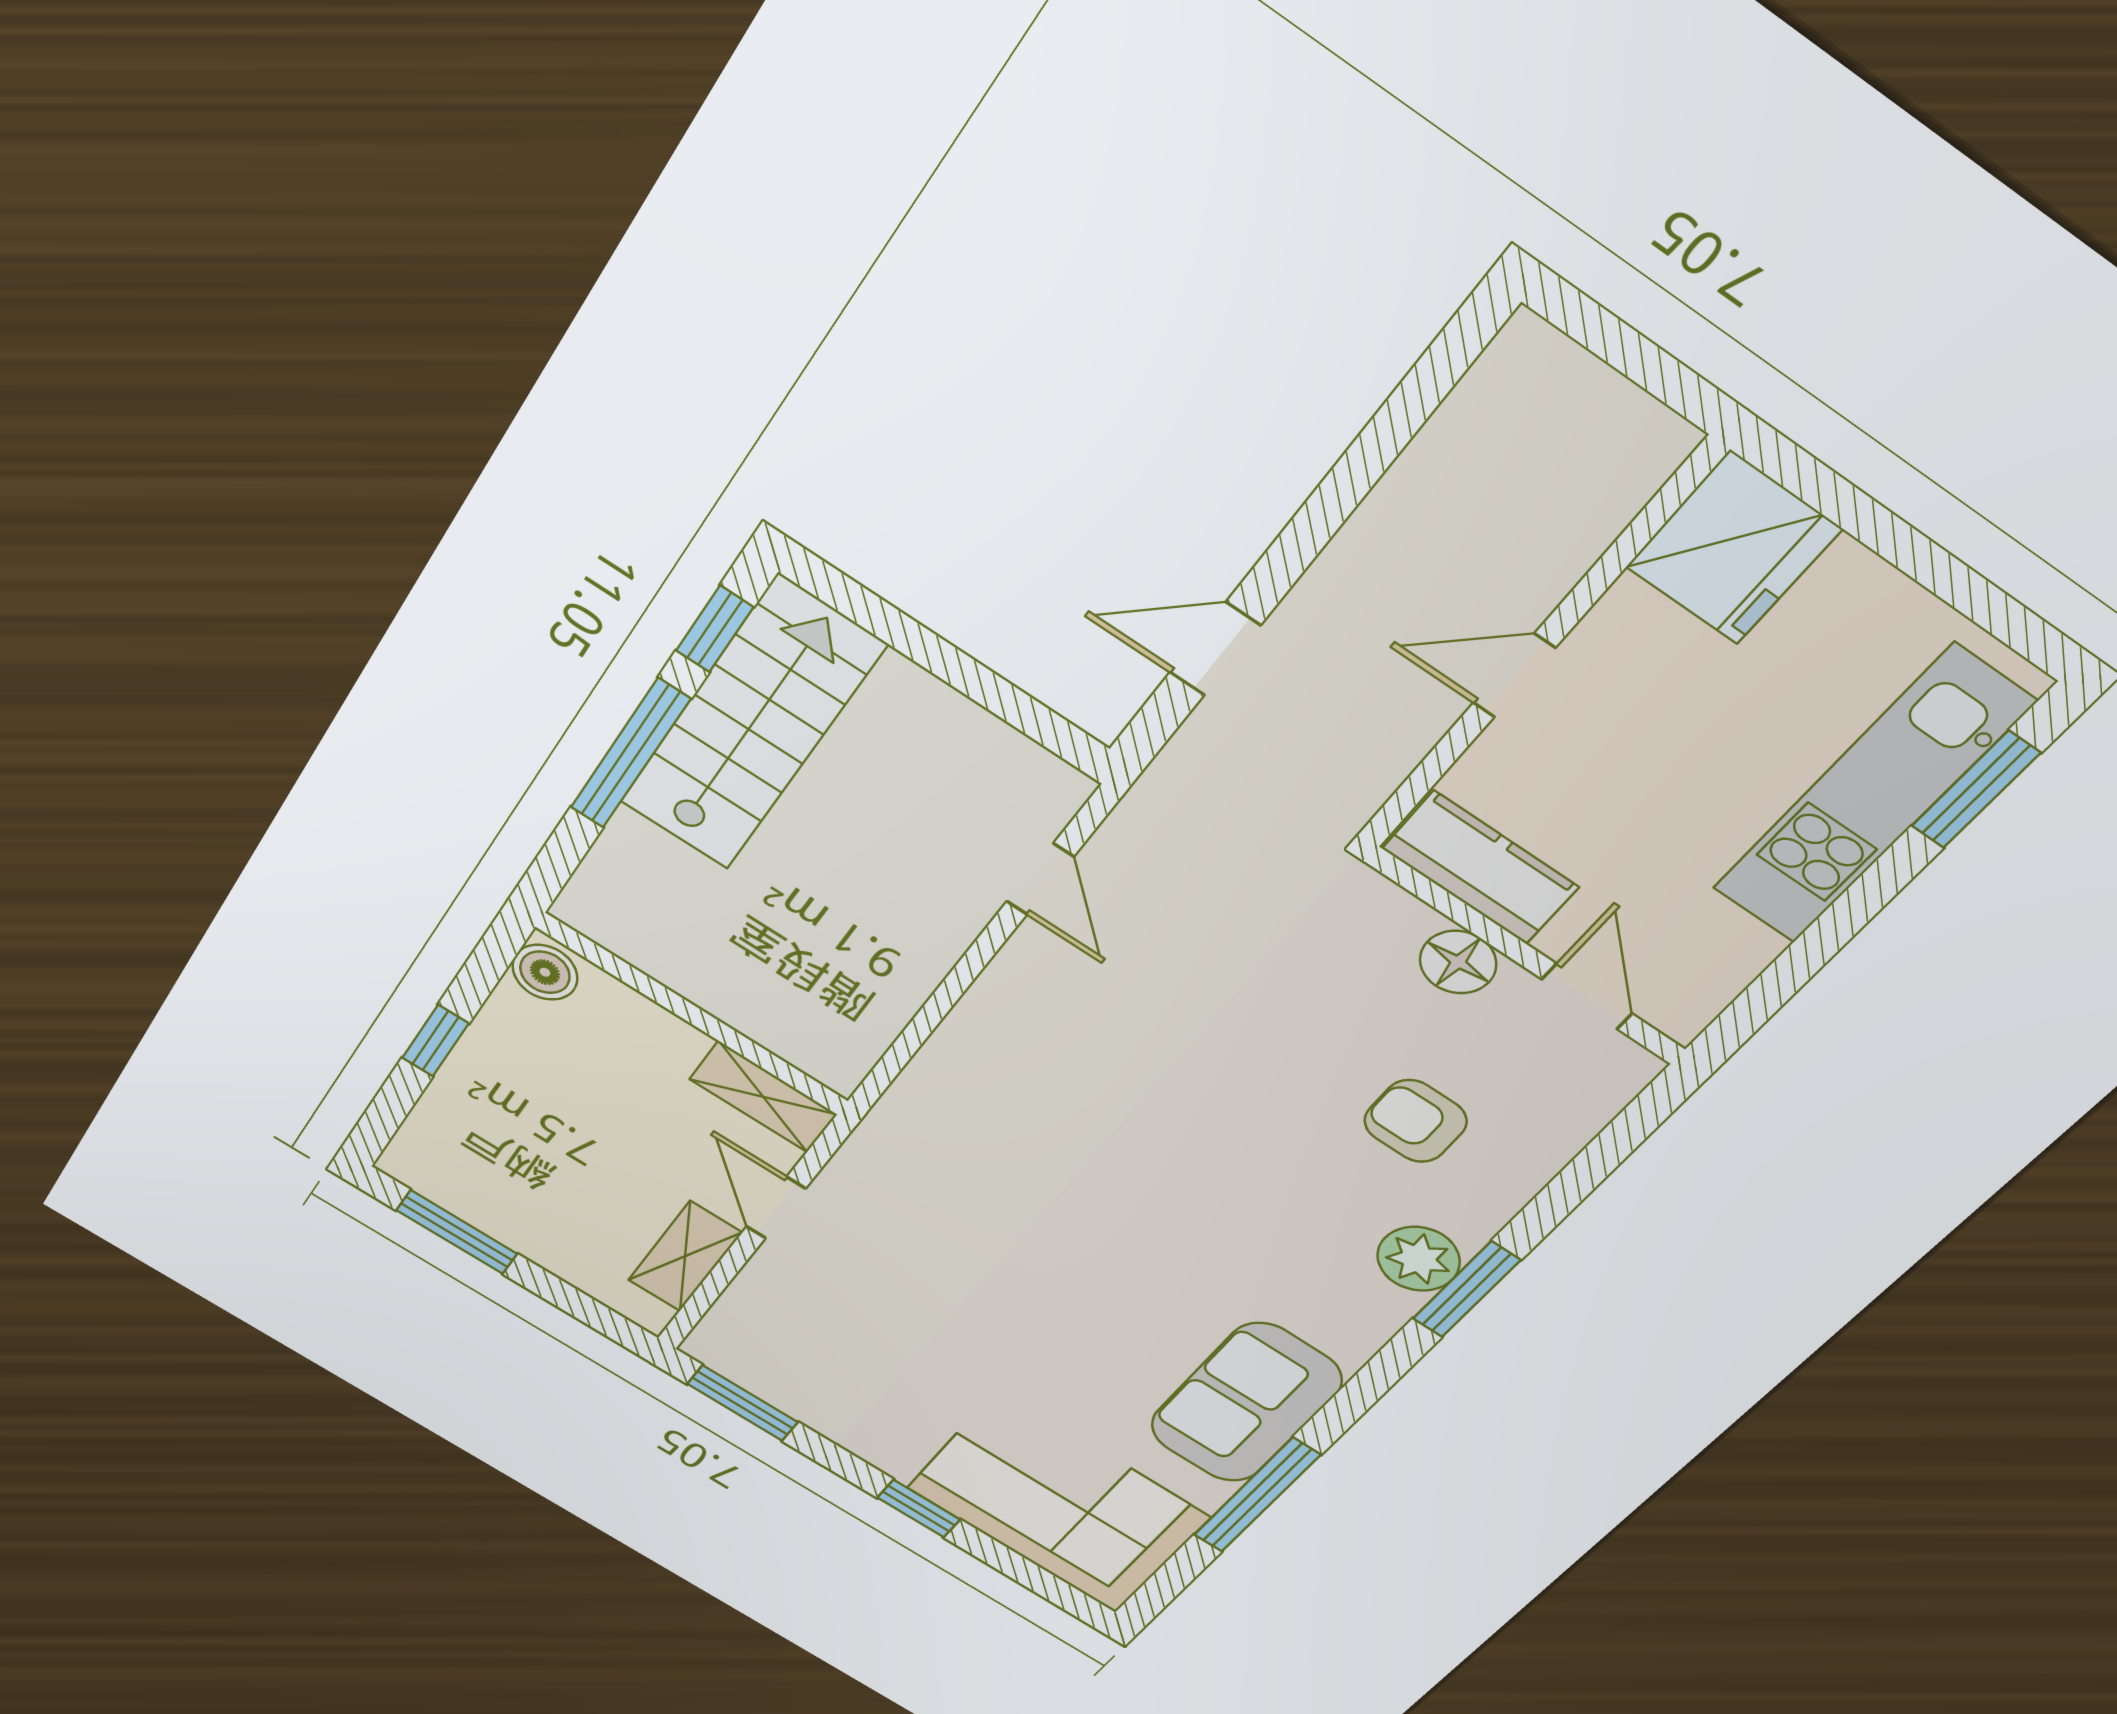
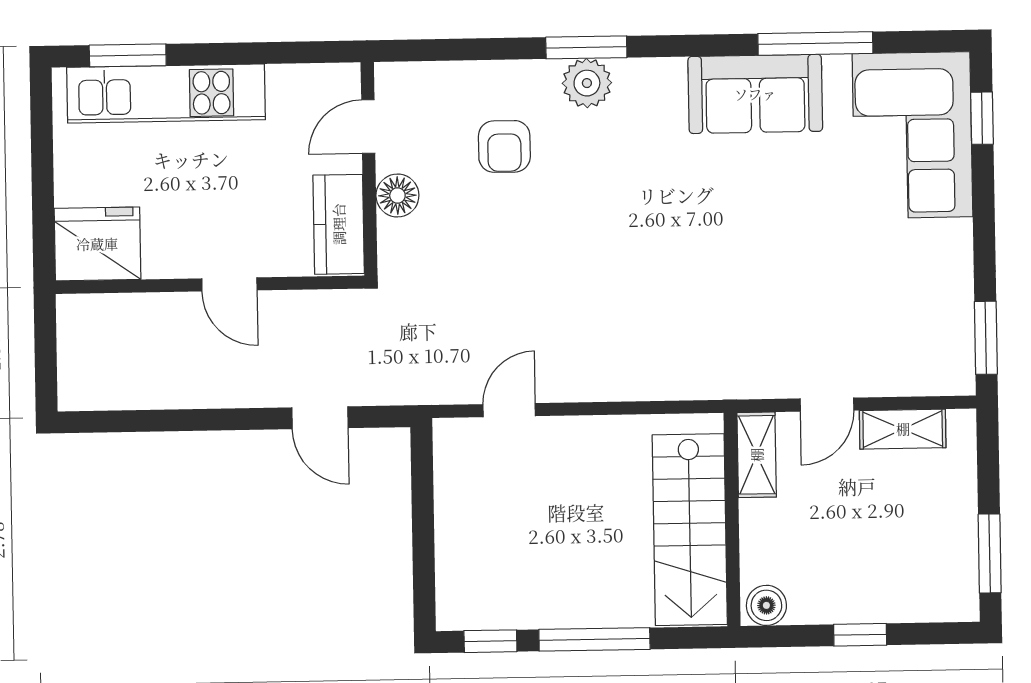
stairs: (752, 725) -> (690, 530), moved, turned -90
window: (919, 1509) -> (982, 118), moved

